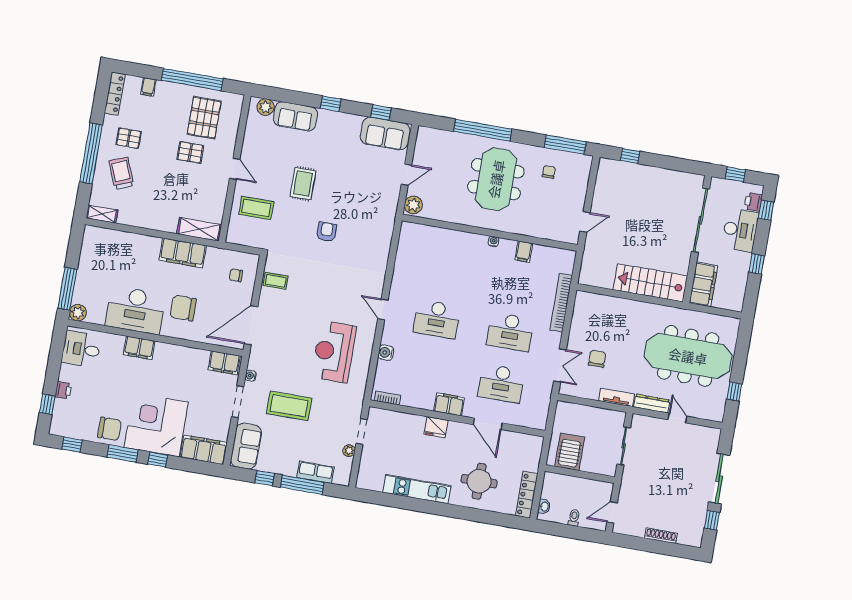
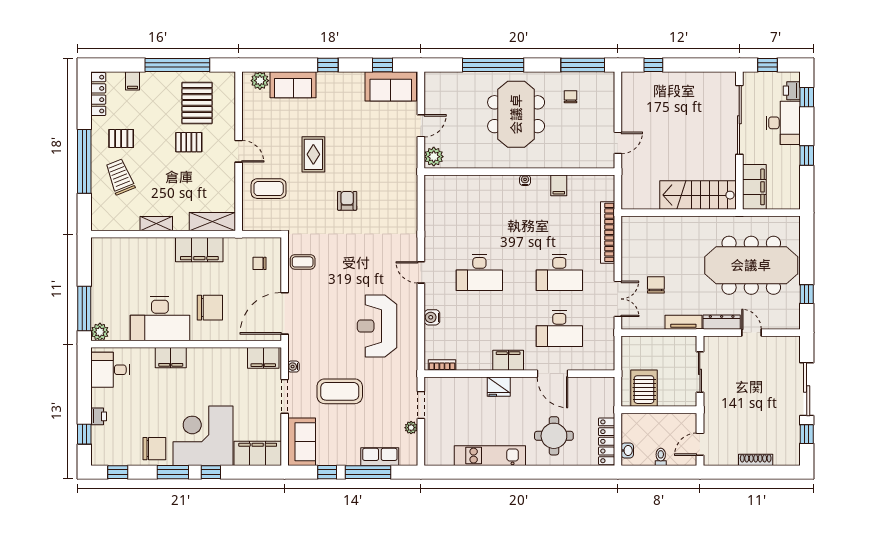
shelving: (102, 214) -> (156, 224), moved
chair: (183, 308) -> (210, 308), turned 180

